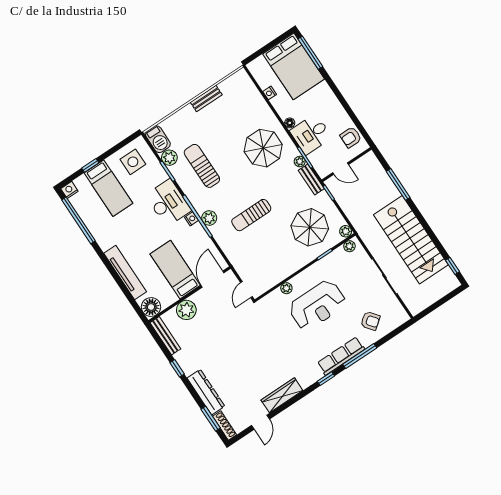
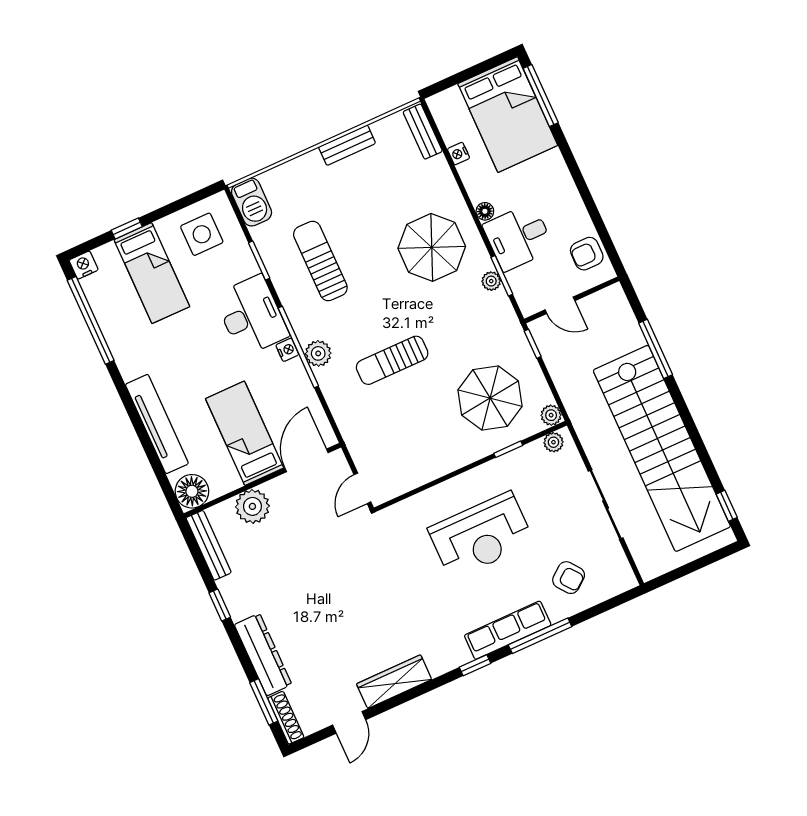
plant: (169, 158) -> (266, 237), removed
bench: (311, 179) -> (423, 132), moved
stairs: (411, 240) -> (662, 448), width x1.36
plant: (286, 288) -> (432, 497), removed

